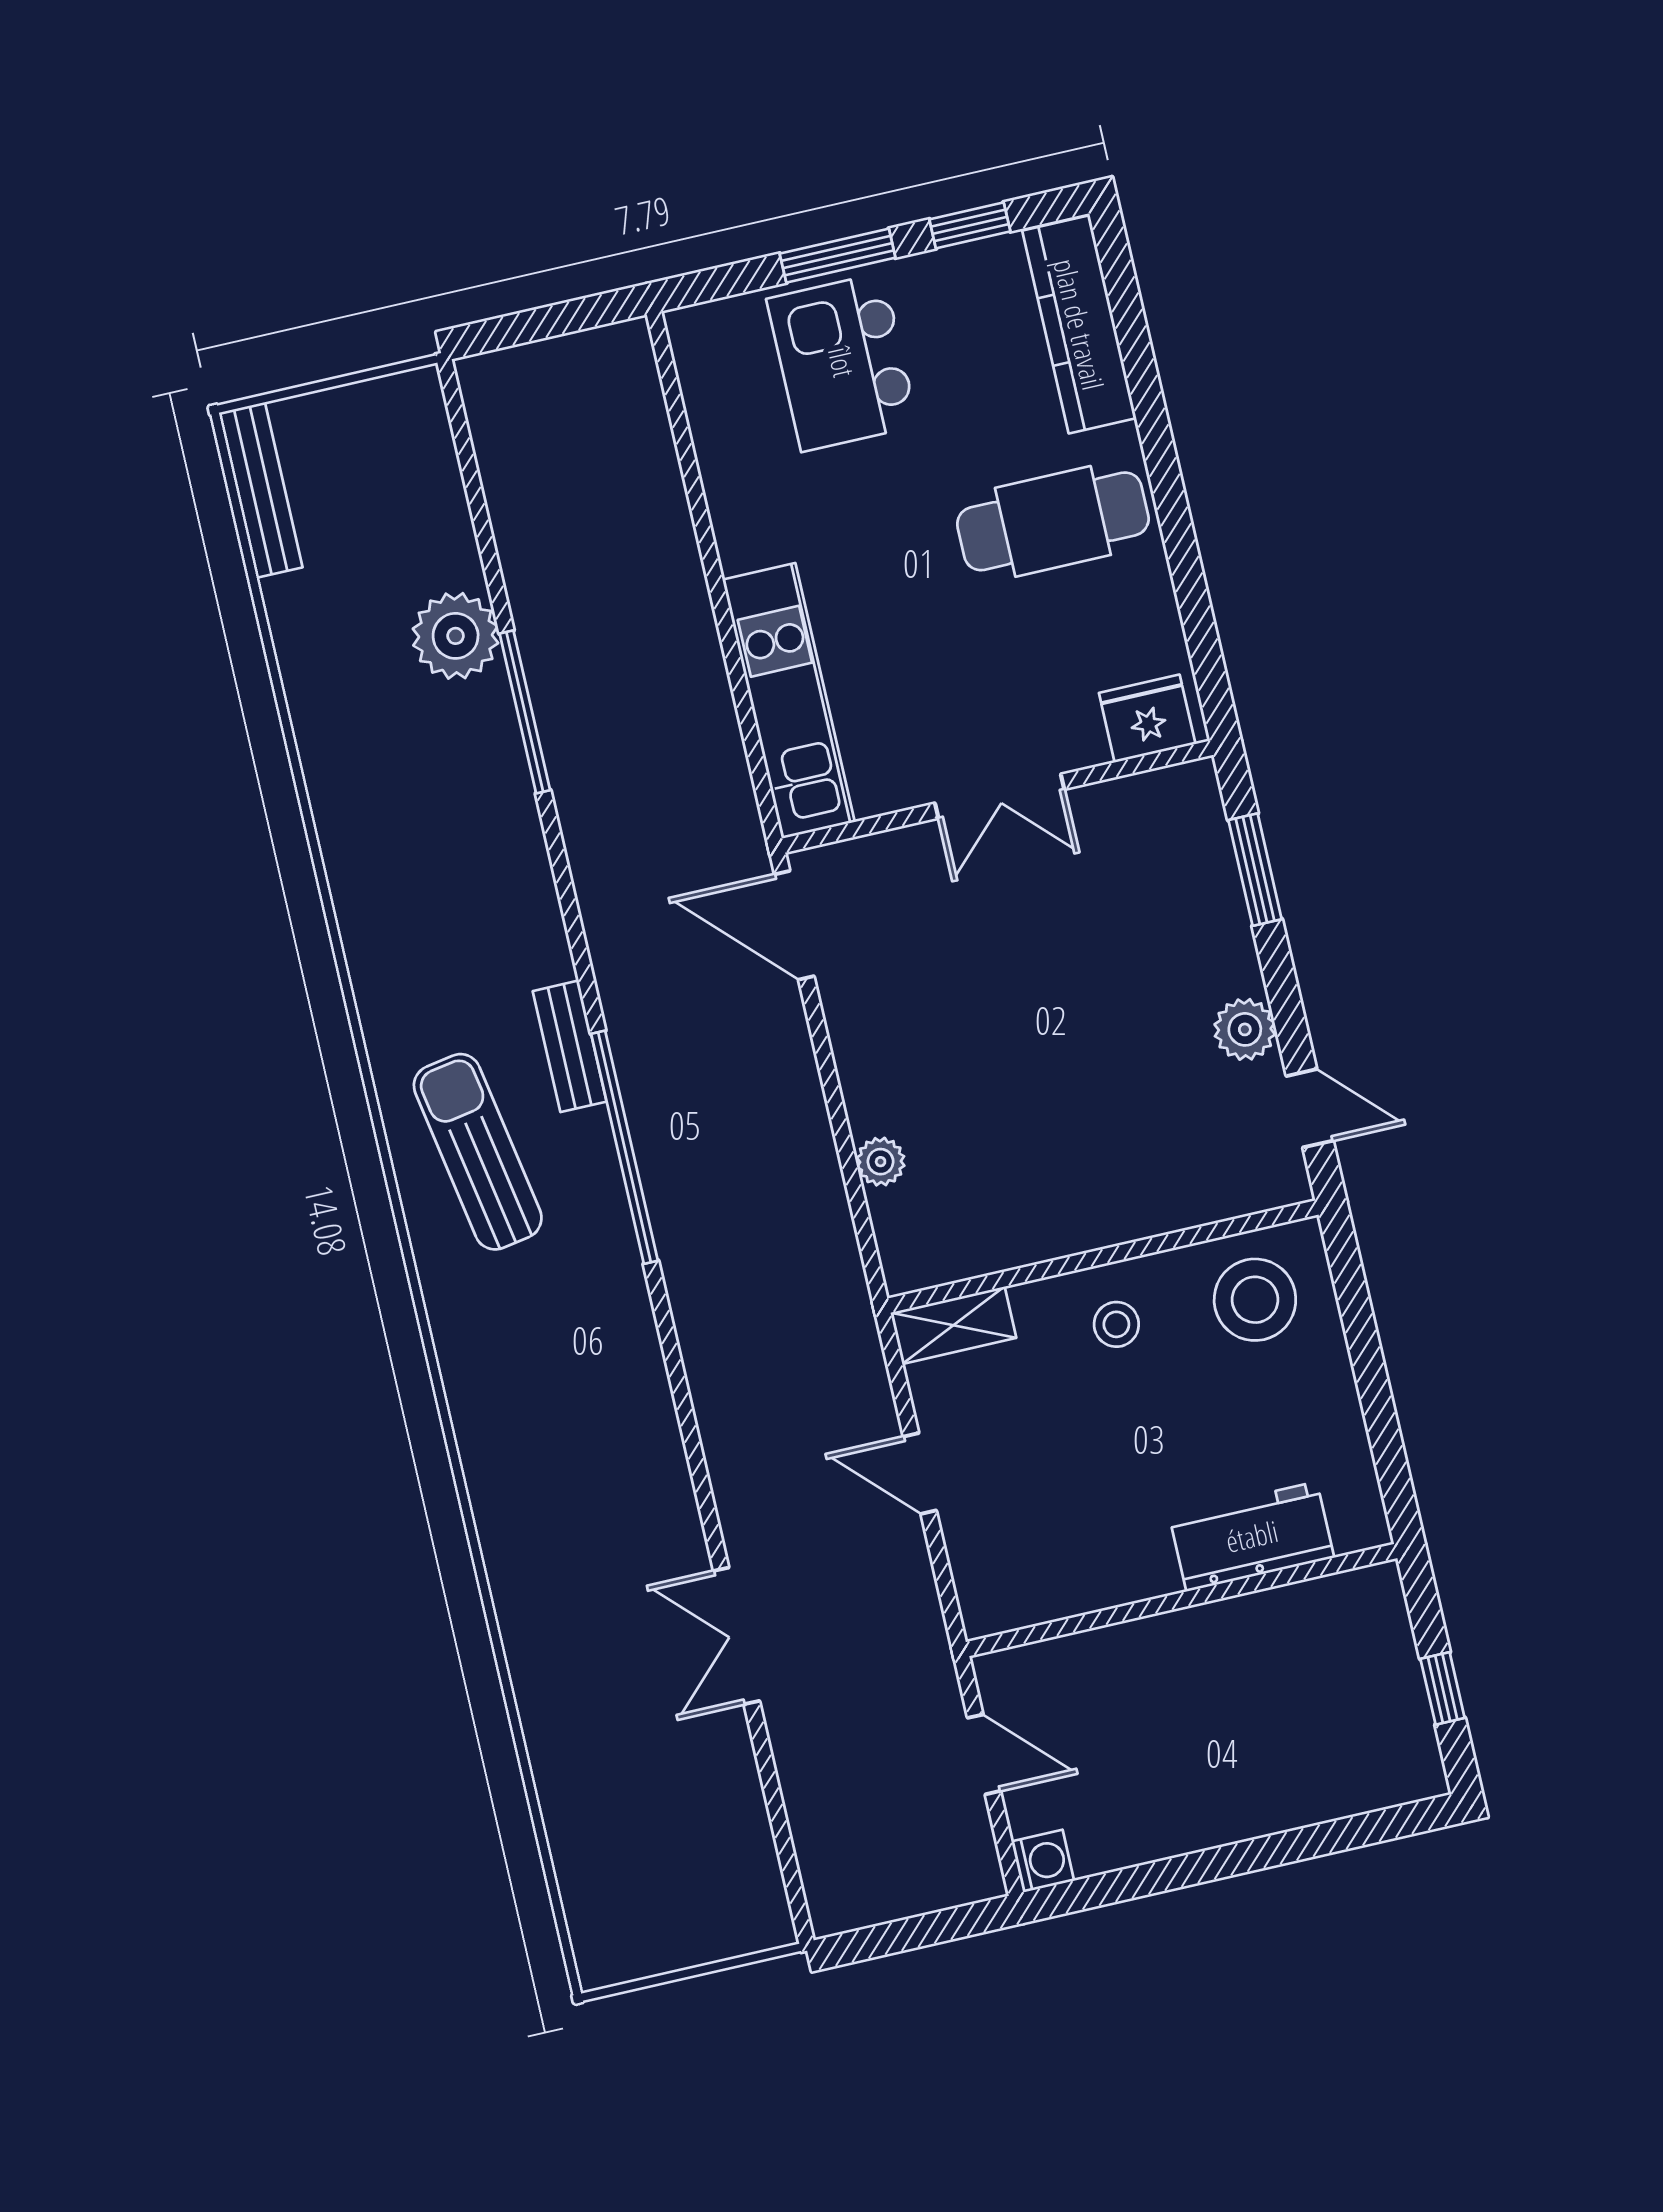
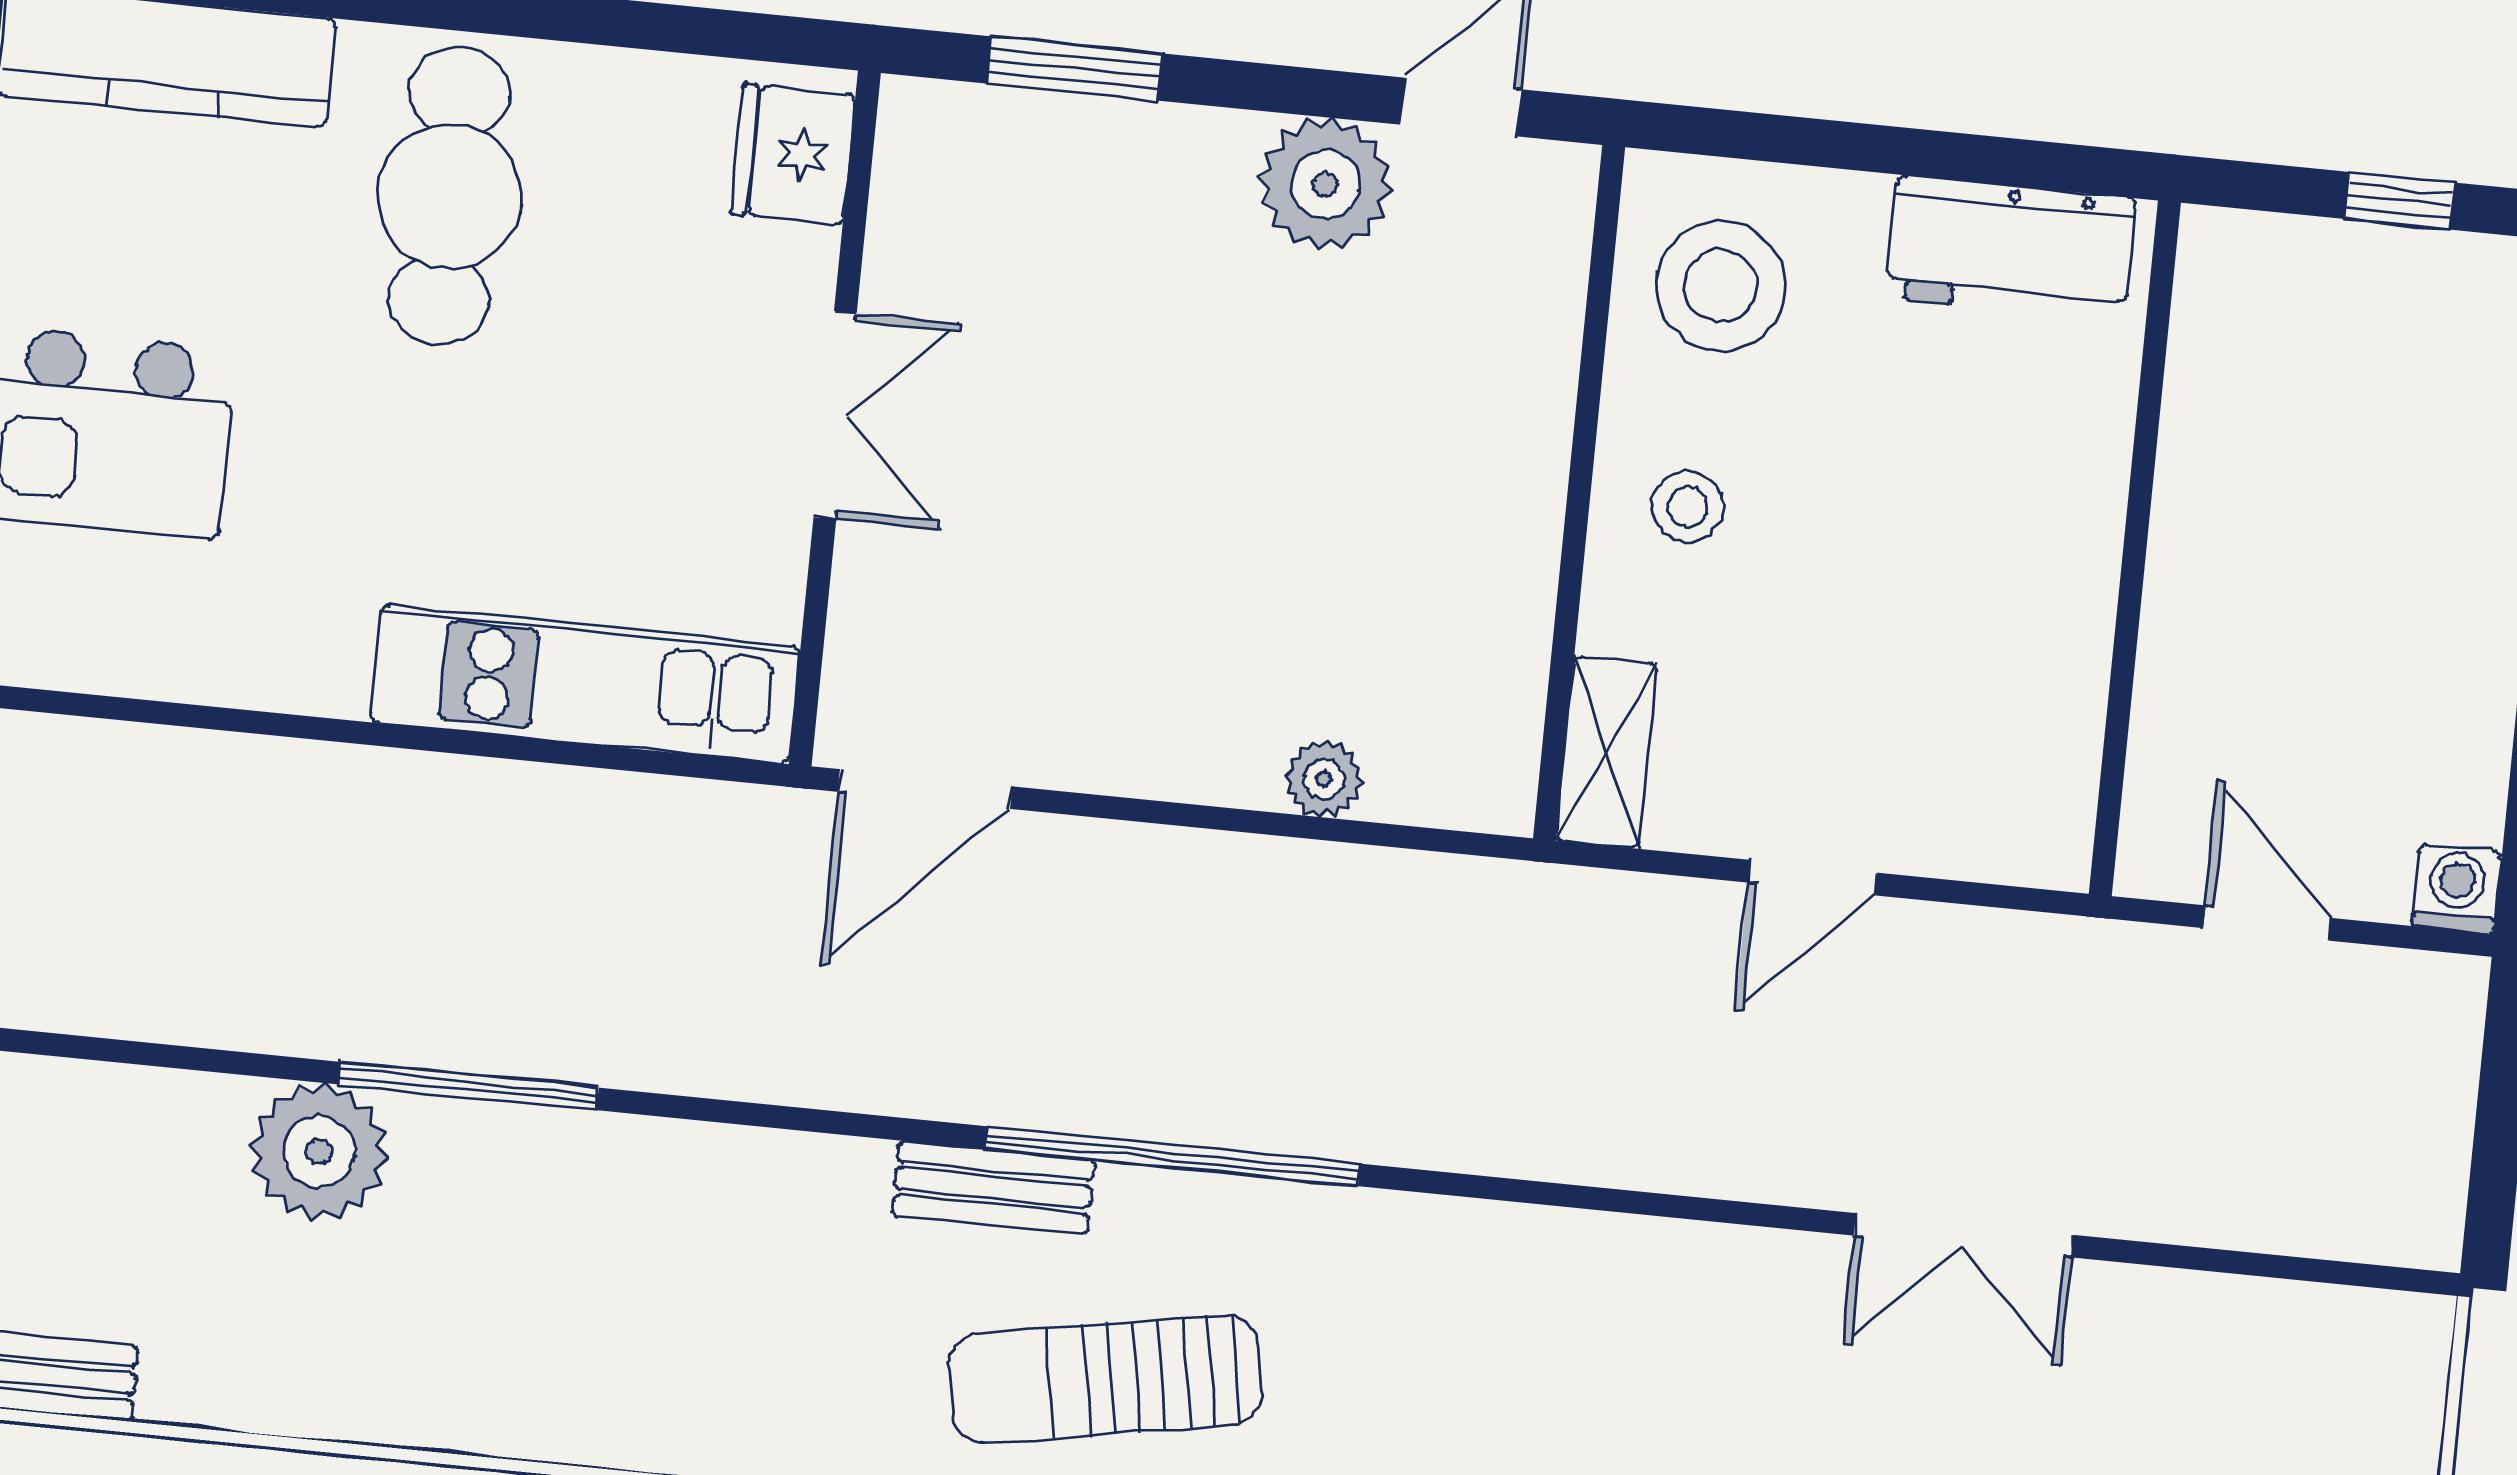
plant: (1245, 1029) -> (1325, 184), width x1.36, depth x1.36
workbench: (1252, 1536) -> (2011, 248), moved, turned -90
door: (984, 1754) -> (2267, 923), hinge flipped

